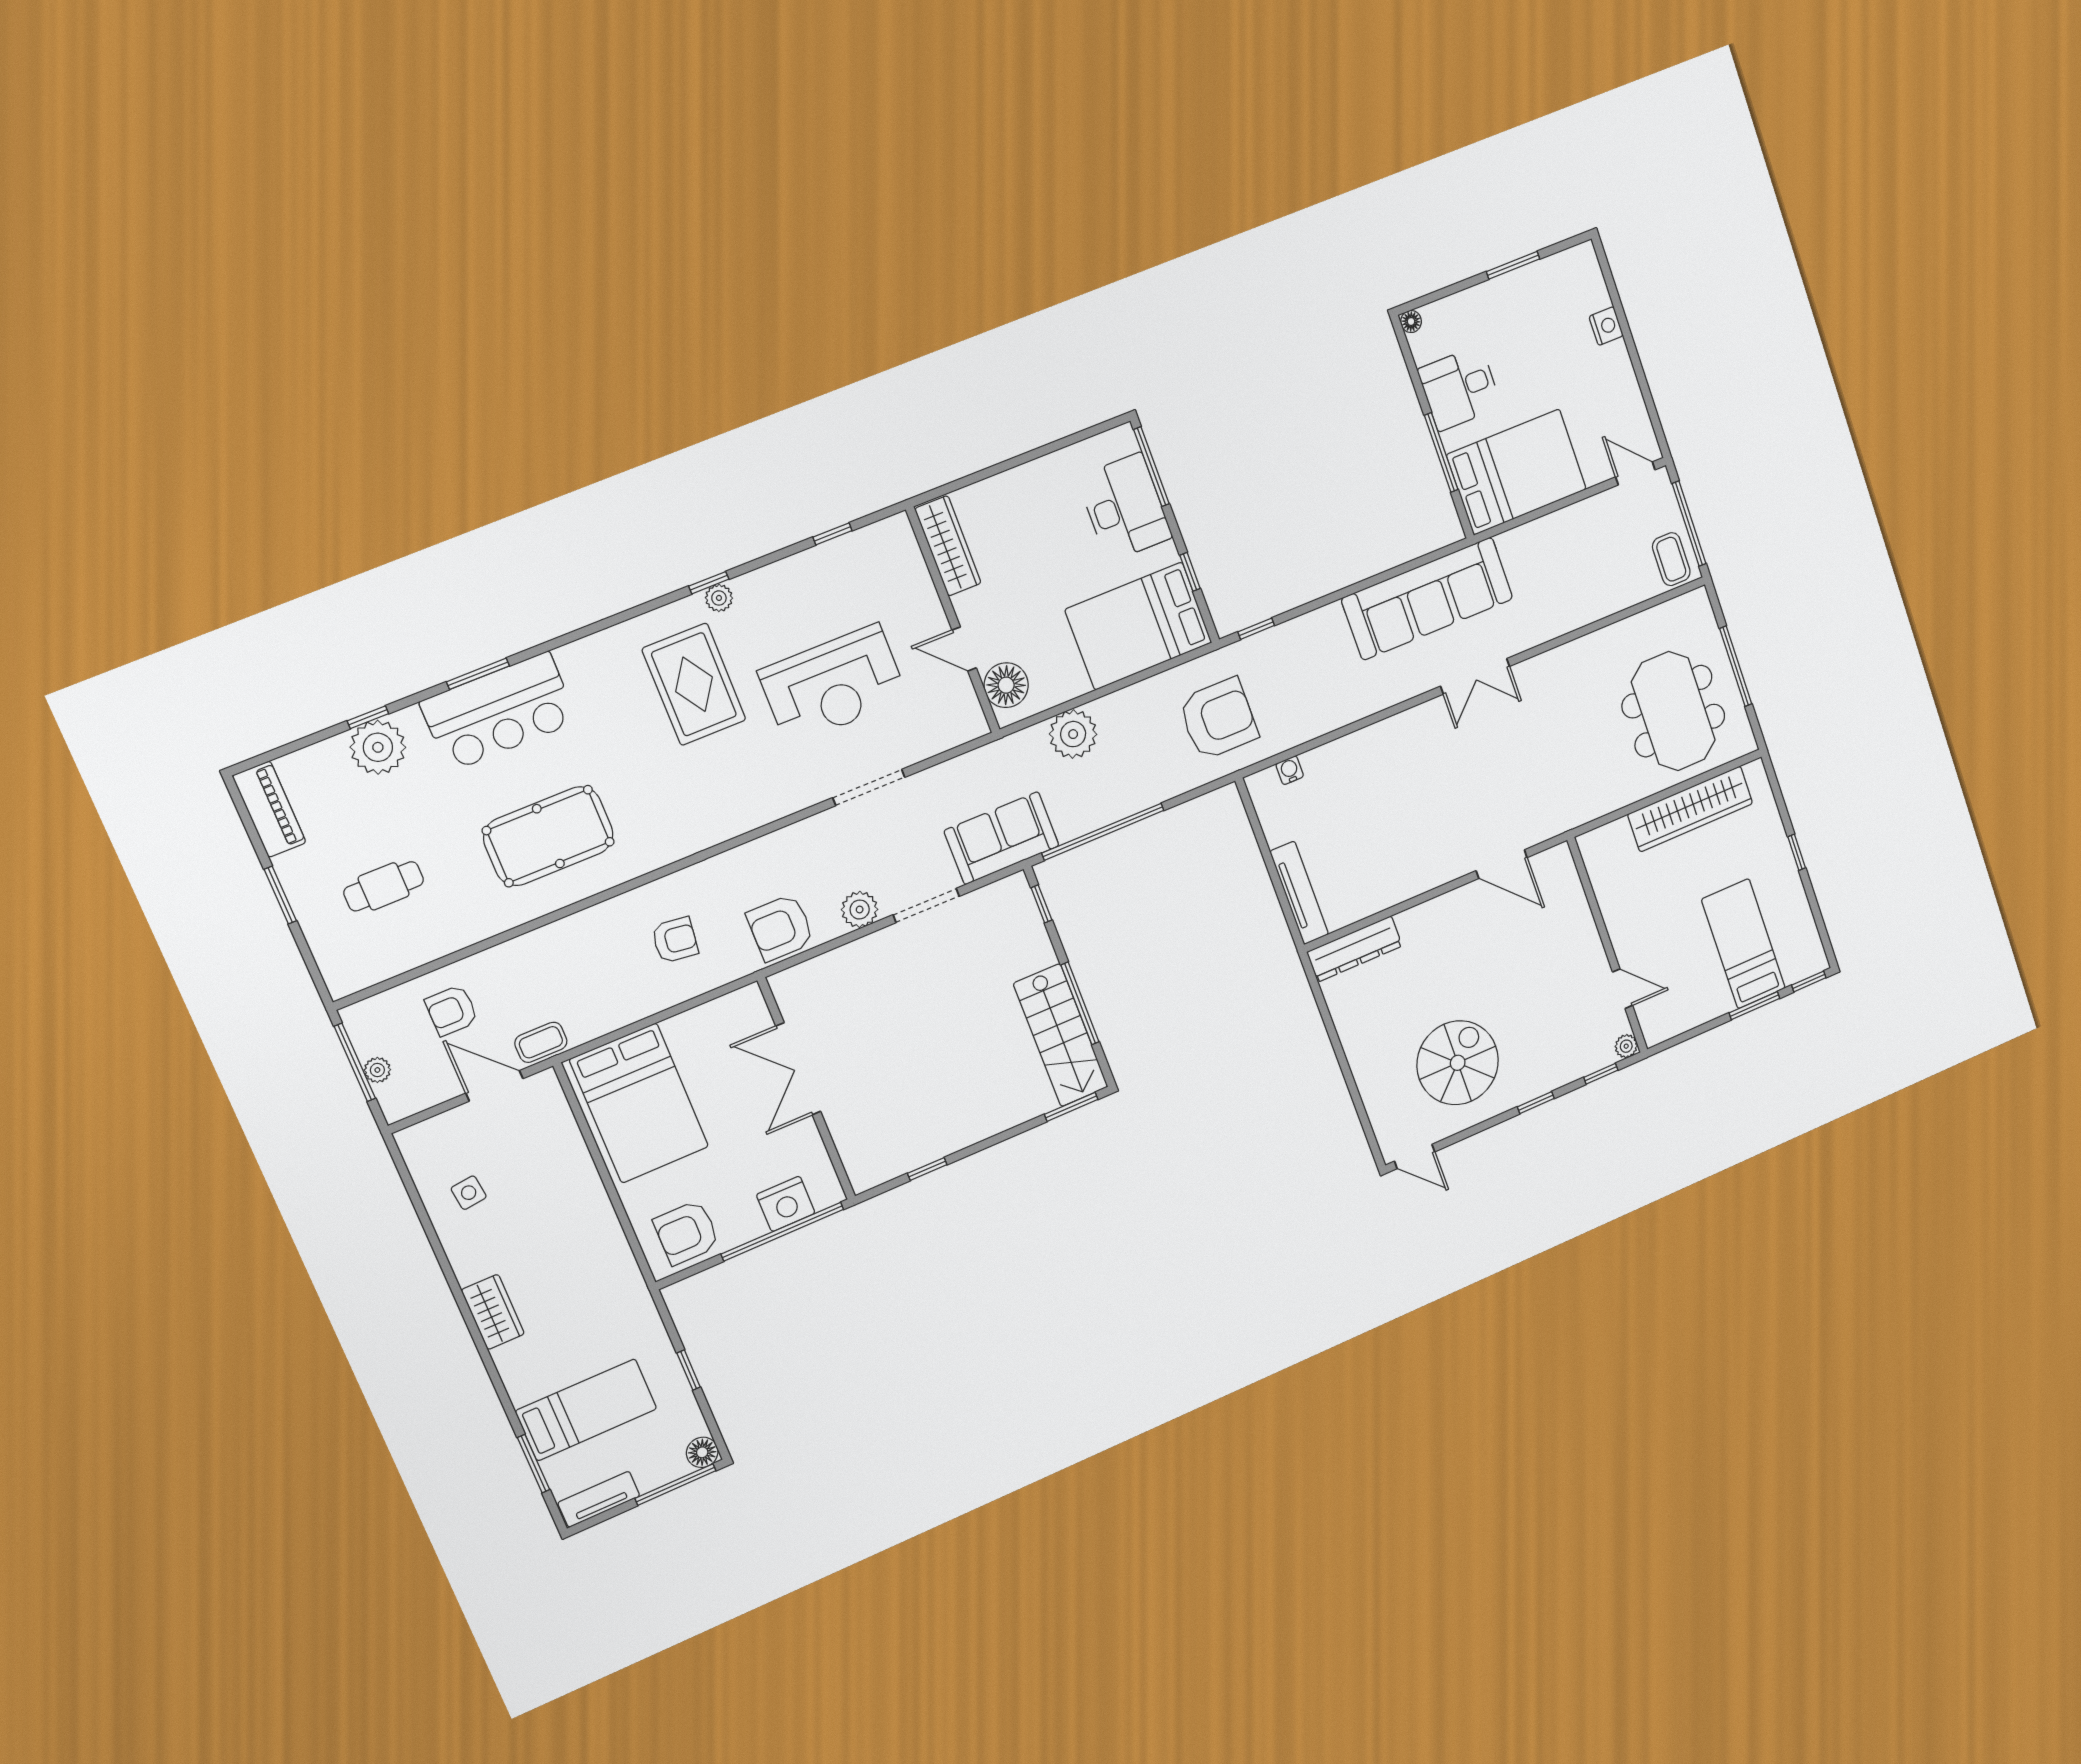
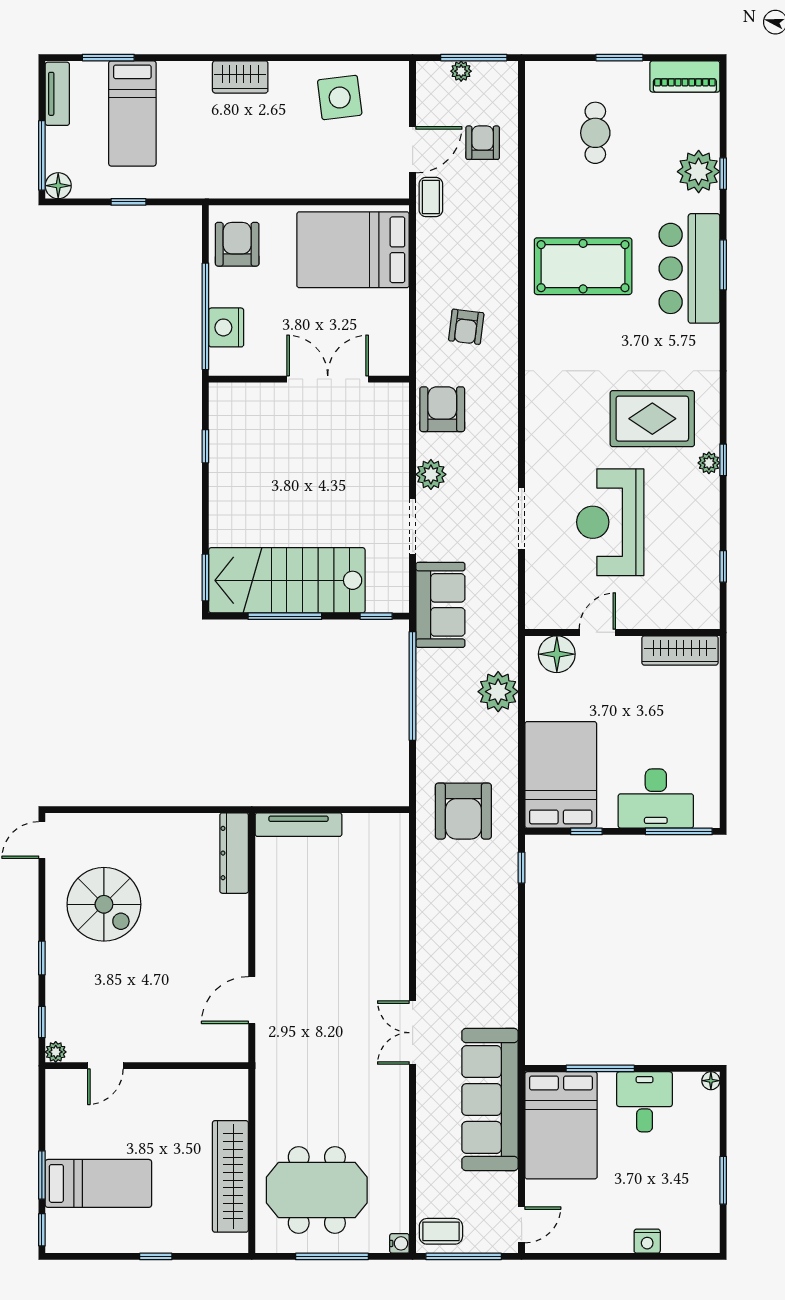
sofa: (1427, 599) -> (490, 1099), moved
water cooler: (1290, 770) -> (399, 1243), moved
pool table: (548, 836) -> (583, 266), turned 90
stairs: (1061, 1035) -> (287, 580), width x1.36, depth x1.51
side table: (469, 1193) -> (340, 98), width x1.87, depth x1.87

